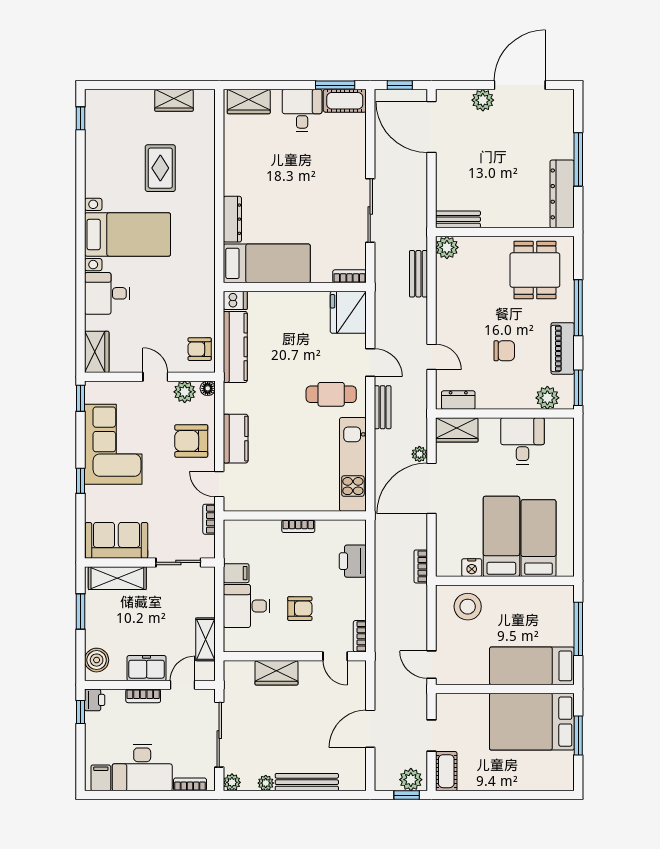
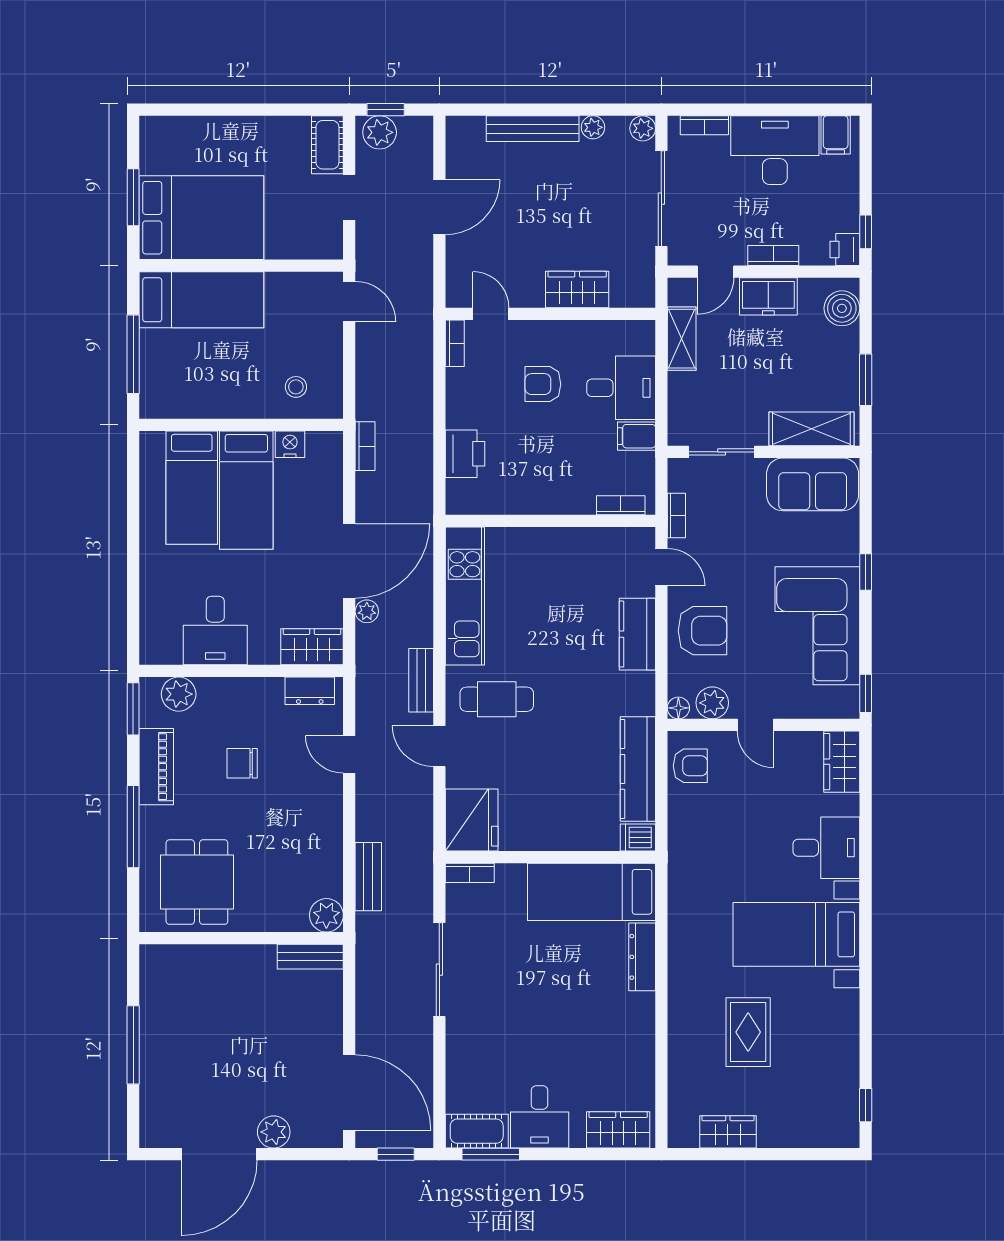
dresser: (562, 194) -> (157, 994), removed
bookcase: (298, 526) -> (621, 505), moved
stool: (468, 607) -> (296, 387), width x0.53, depth x0.53

